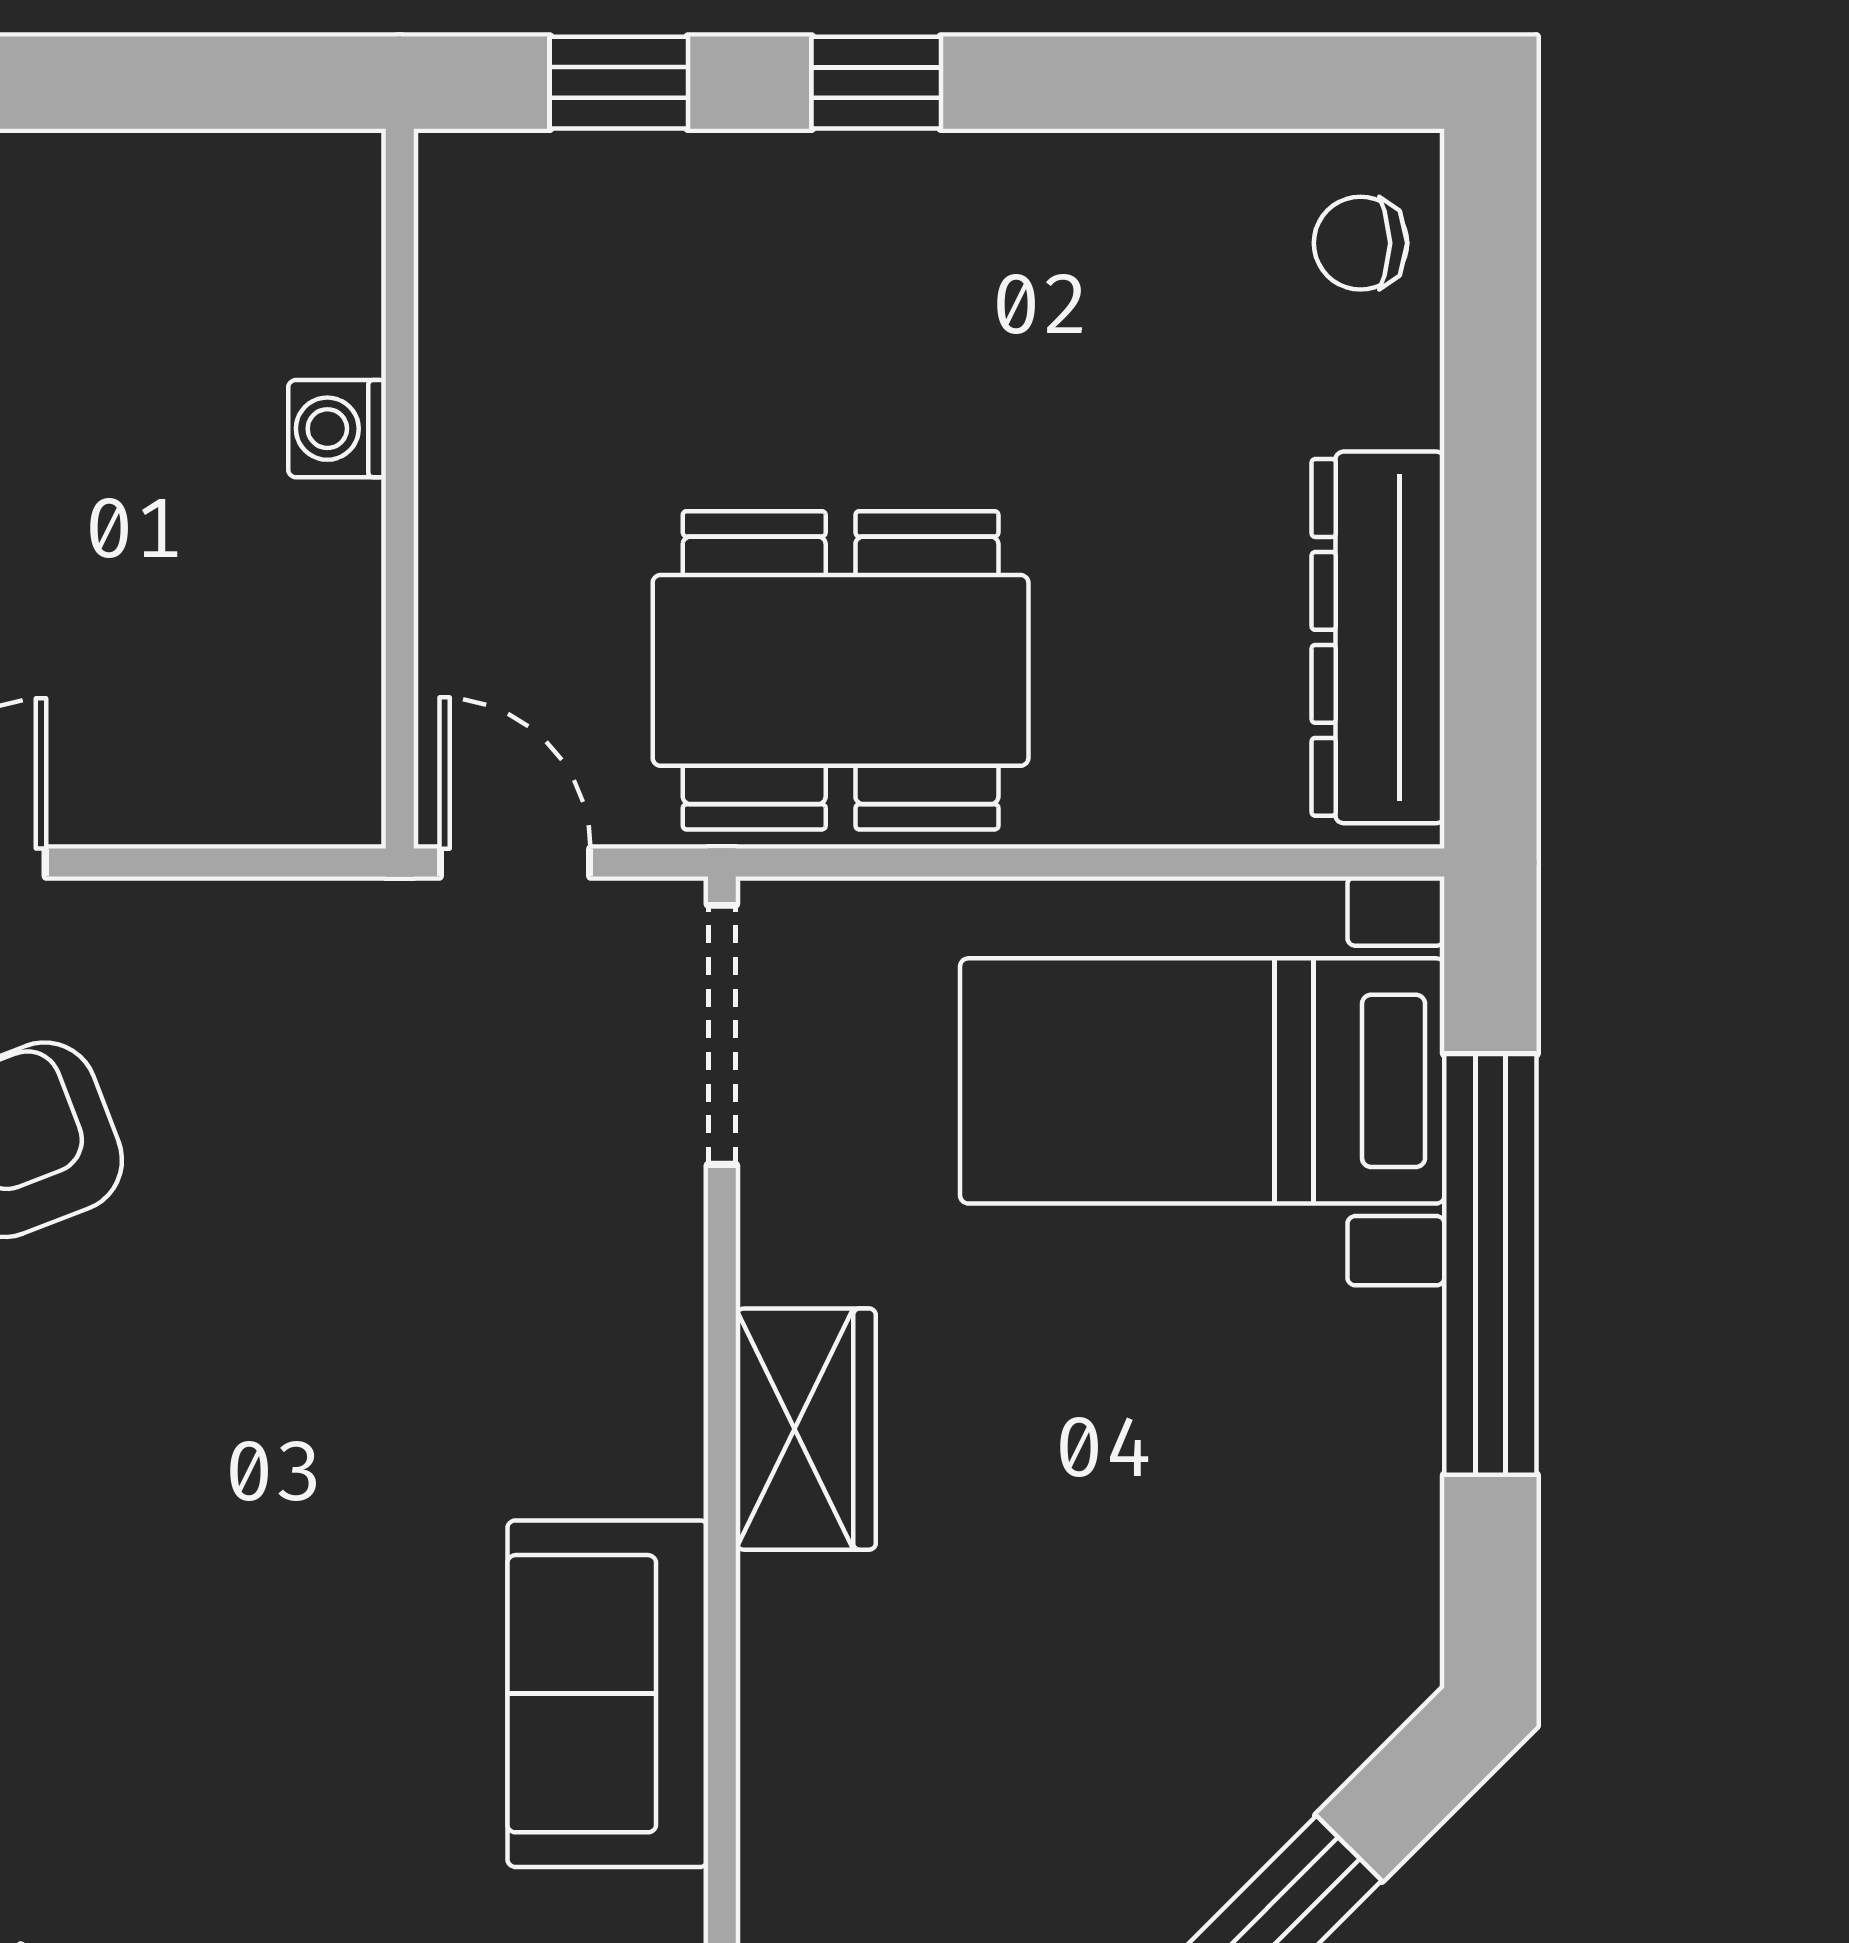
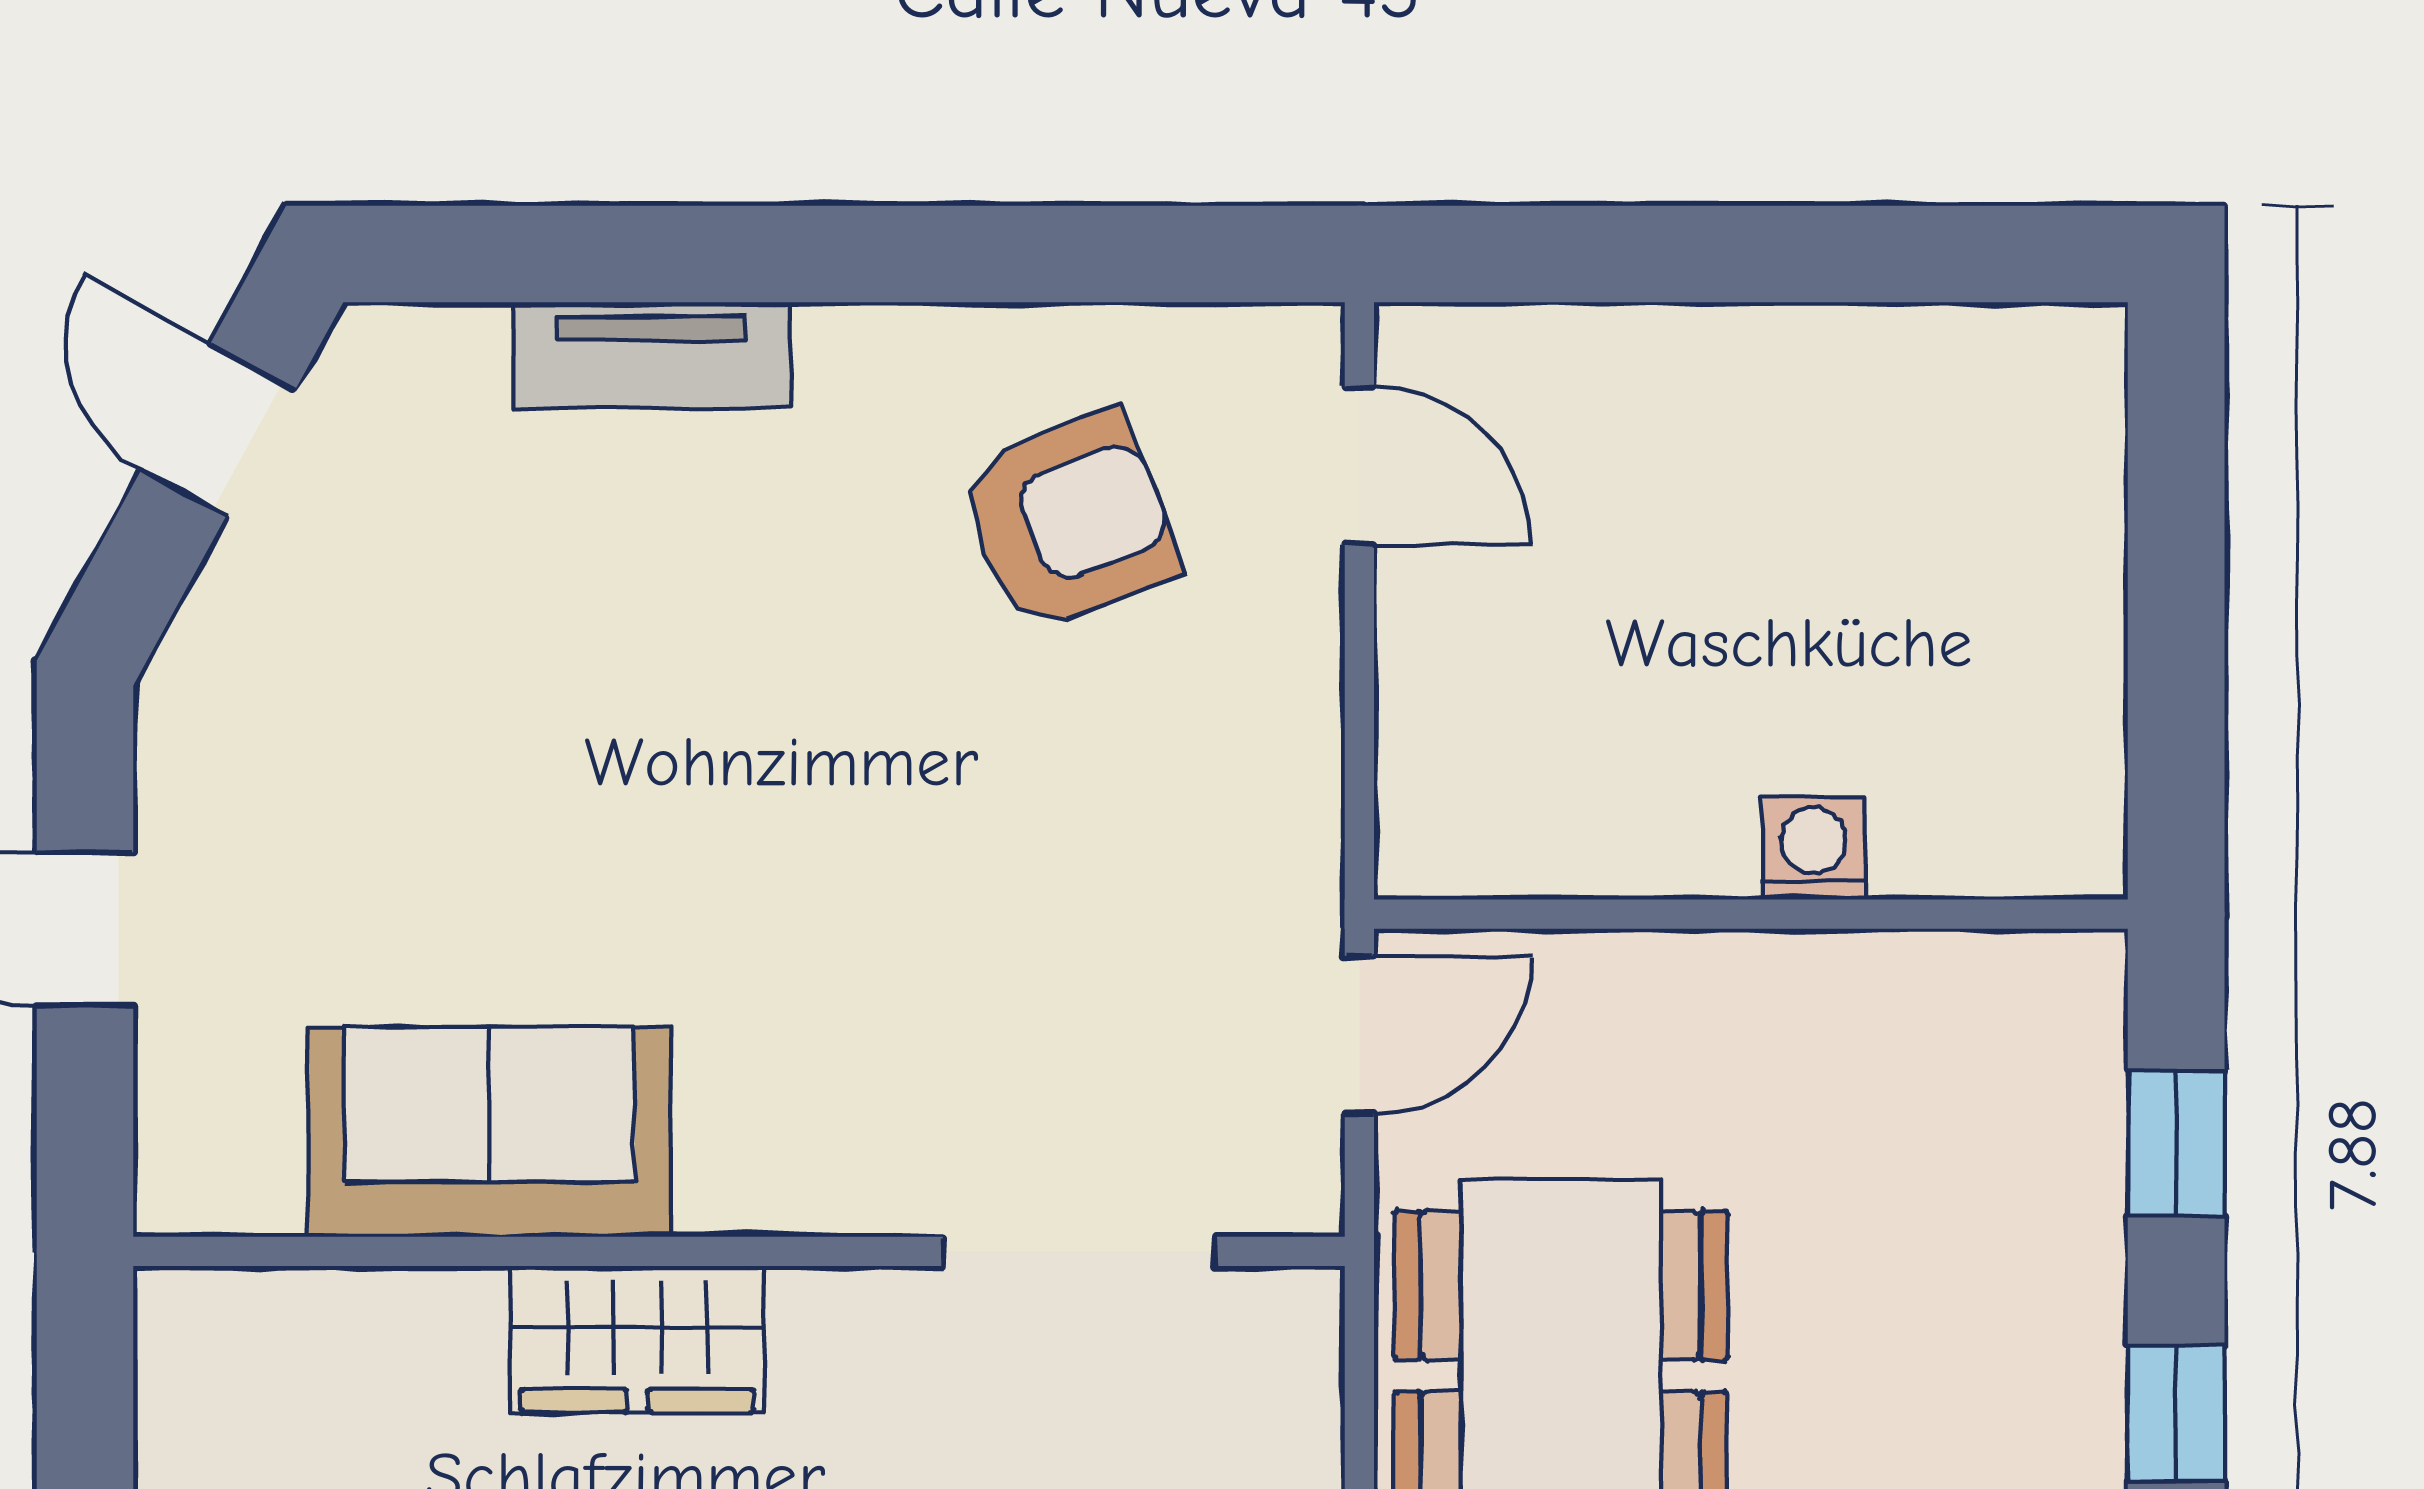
doorway: (722, 1035) -> (1079, 1251), moved
wardrobe: (806, 1429) -> (638, 1339), moved

